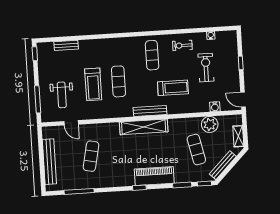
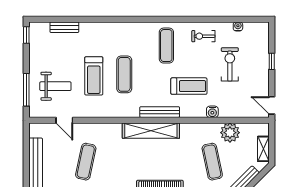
weight bench: (62, 95) -> (55, 86), turned -90
water cooler: (215, 107) -> (212, 112), moved

